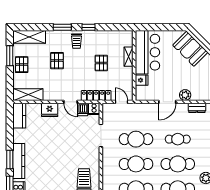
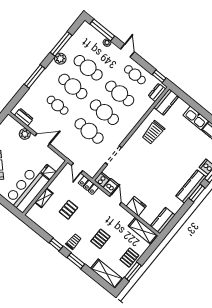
locker: (96, 95) -> (88, 185), width x0.66

